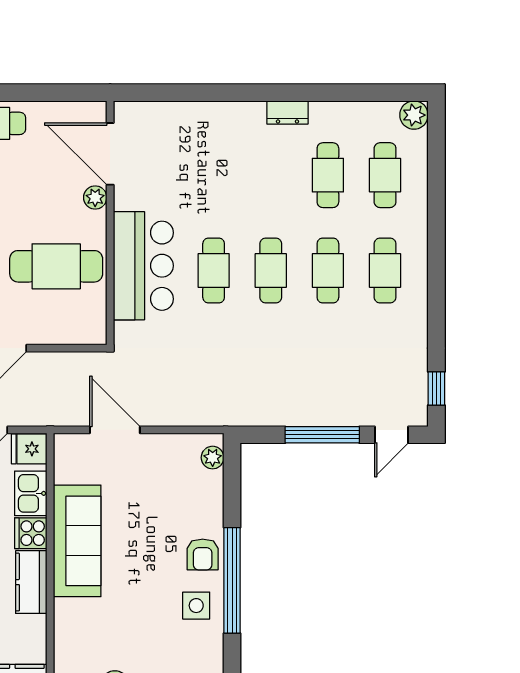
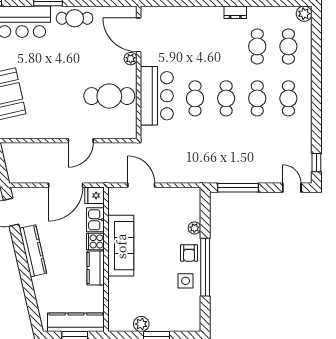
window: (322, 435) -> (238, 188), moved
door: (392, 435) -> (292, 188), swing flipped
plant: (213, 458) -> (194, 228), moved

